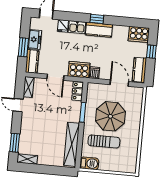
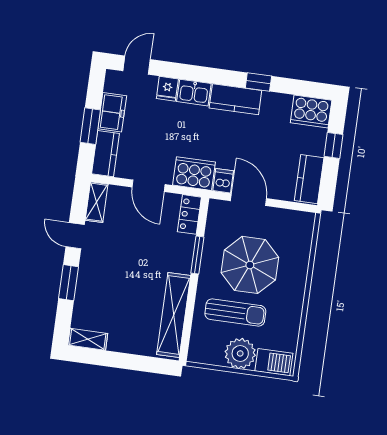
window: (97, 19) -> (258, 82), moved
door: (119, 83) -> (249, 200), moved
window: (15, 143) -> (69, 283), moved
barbecue: (89, 163) -> (274, 362), moved
plant: (107, 163) -> (240, 353), added

